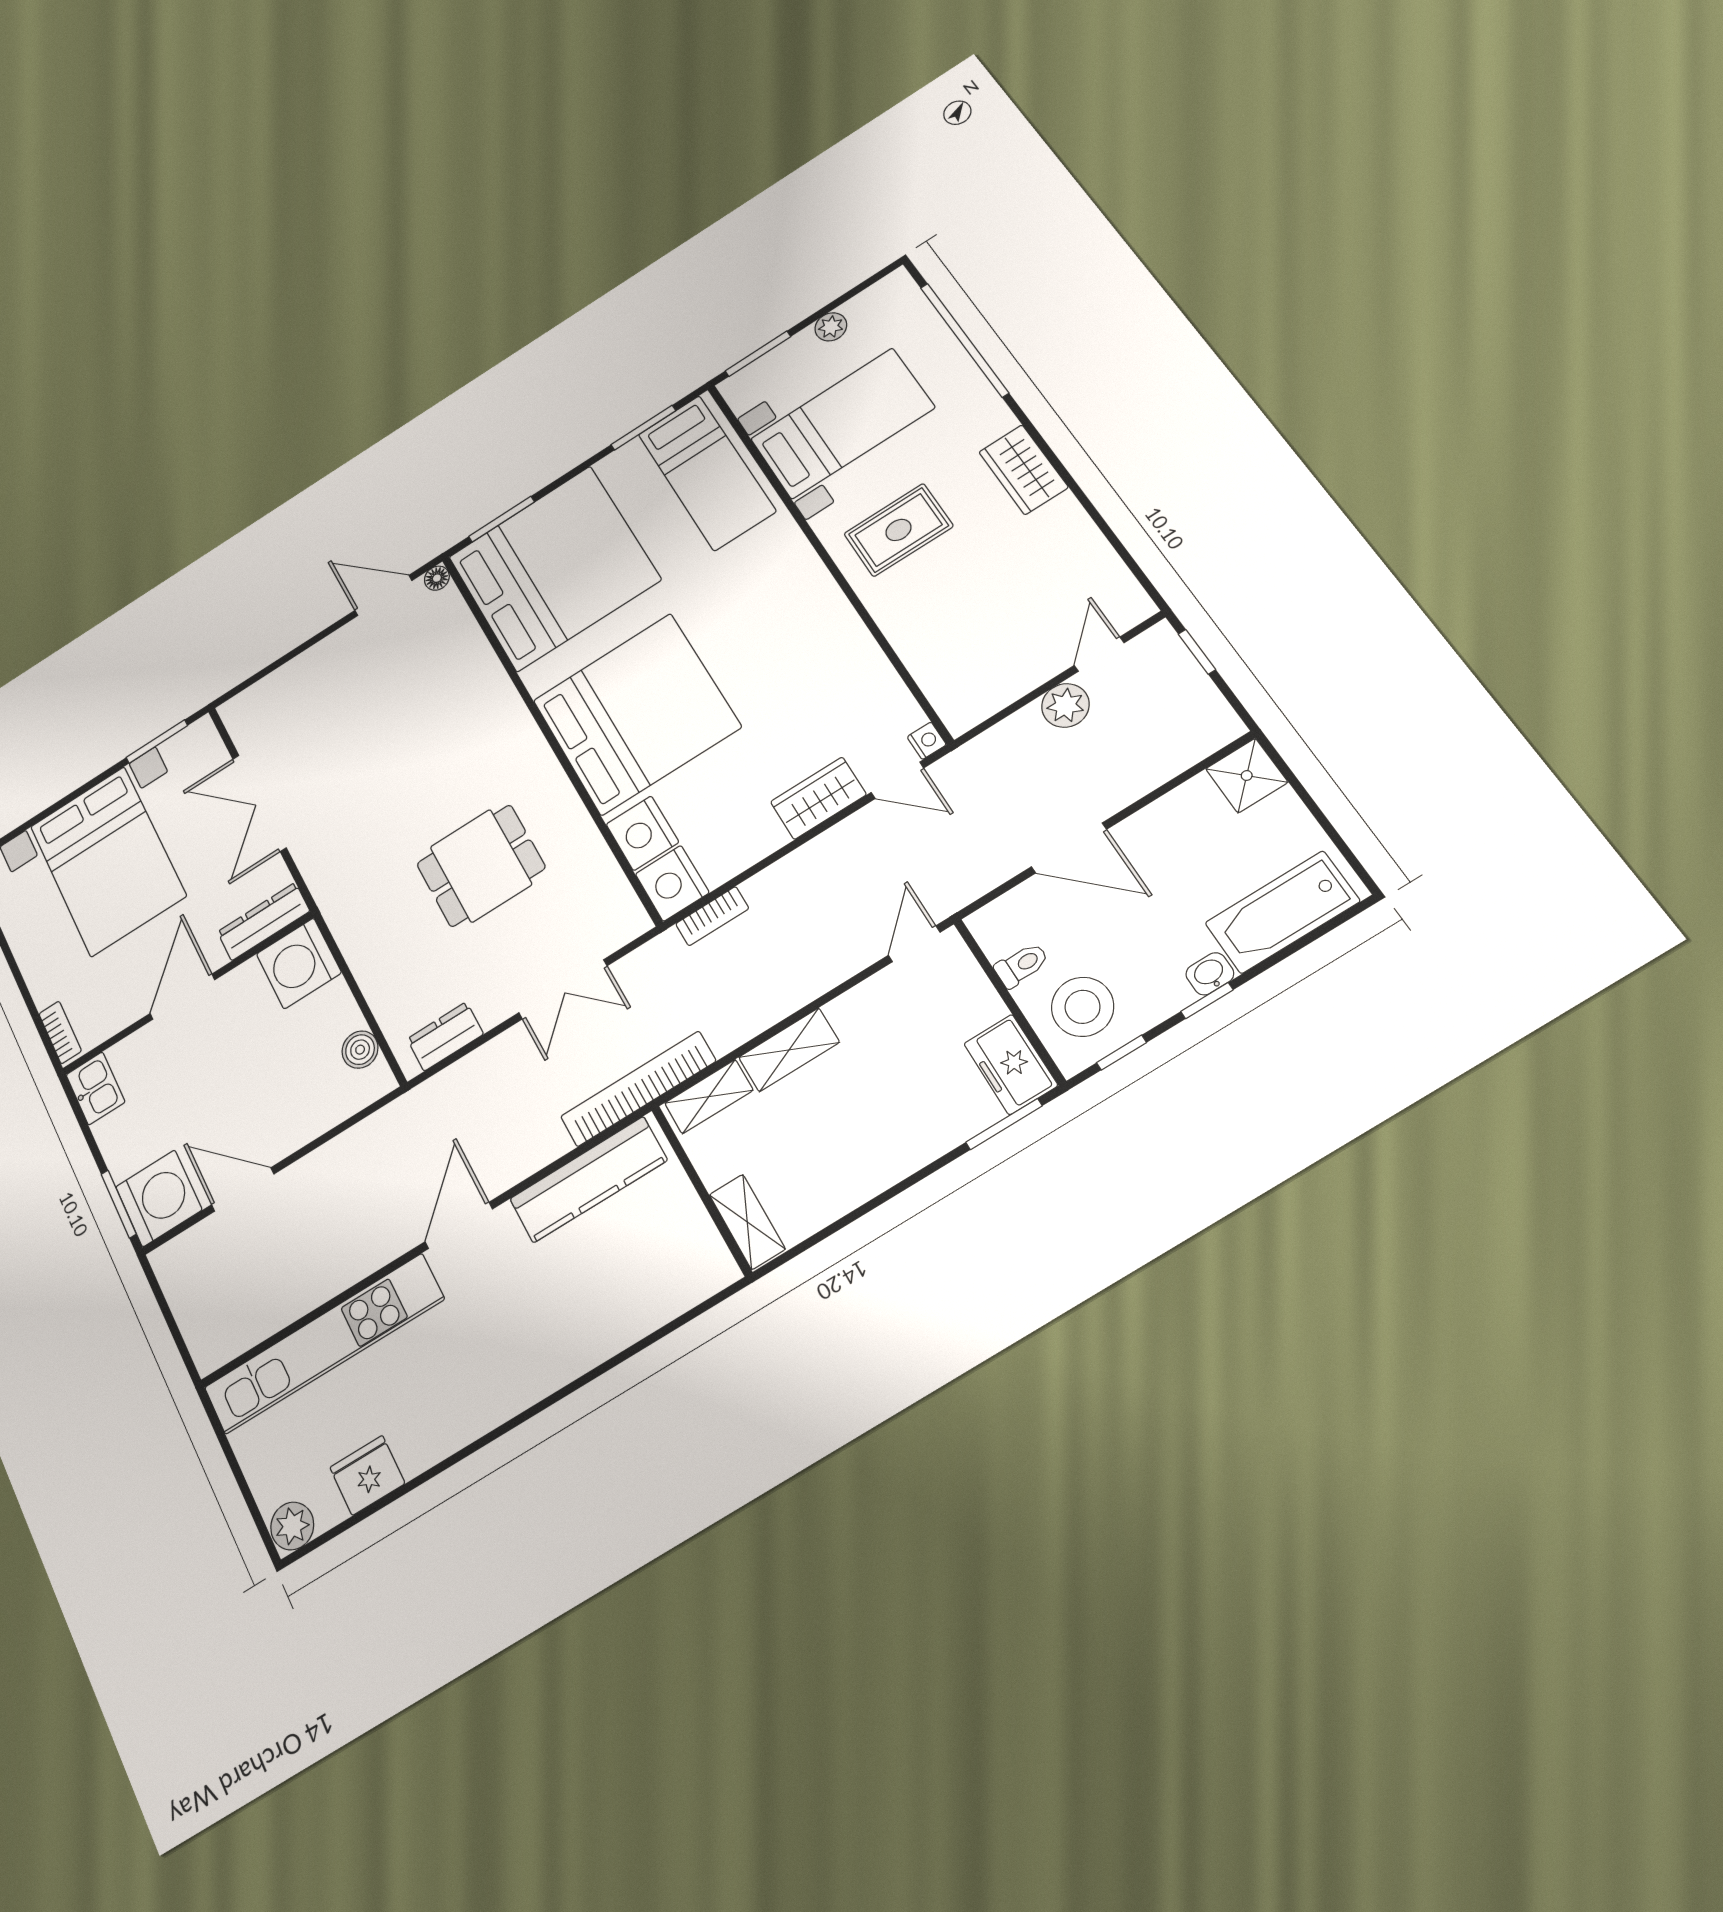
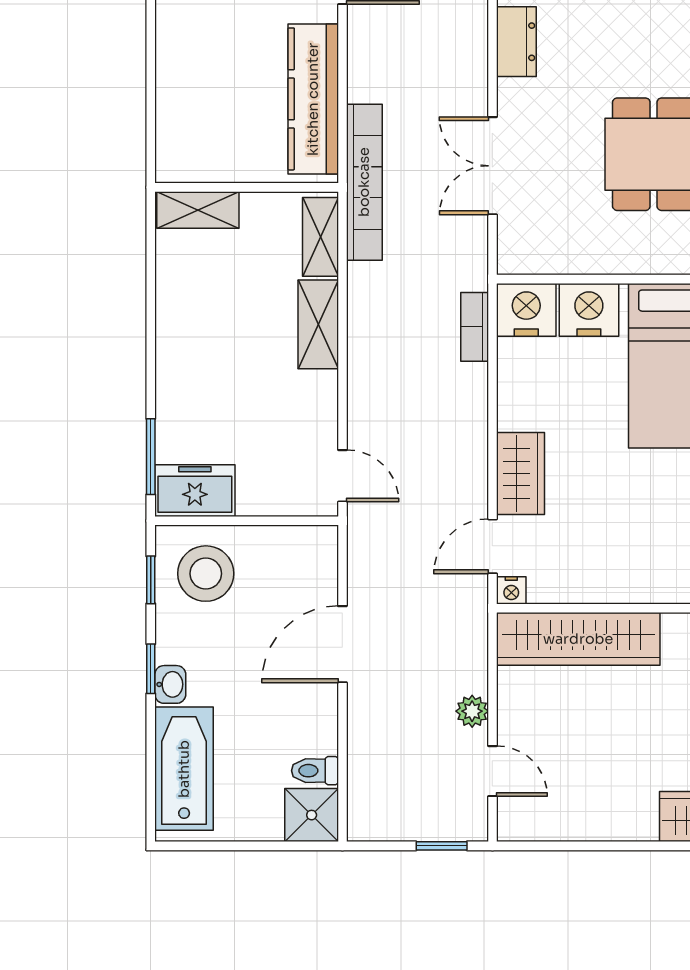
wardrobe: (934, 661) -> (578, 639), added
plant: (1065, 705) -> (472, 711), width x0.73, depth x0.73
toilet: (1022, 965) -> (315, 771), moved, turned 90

